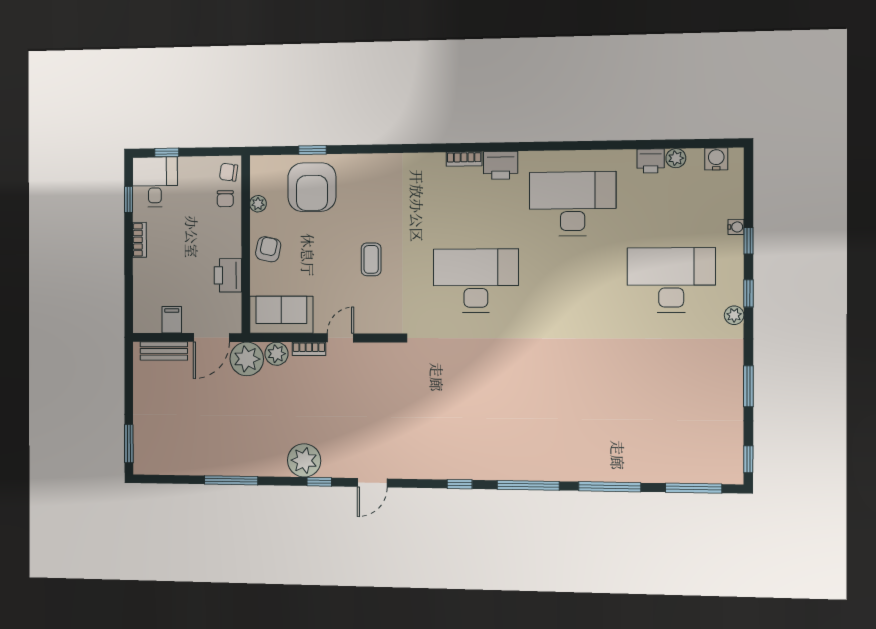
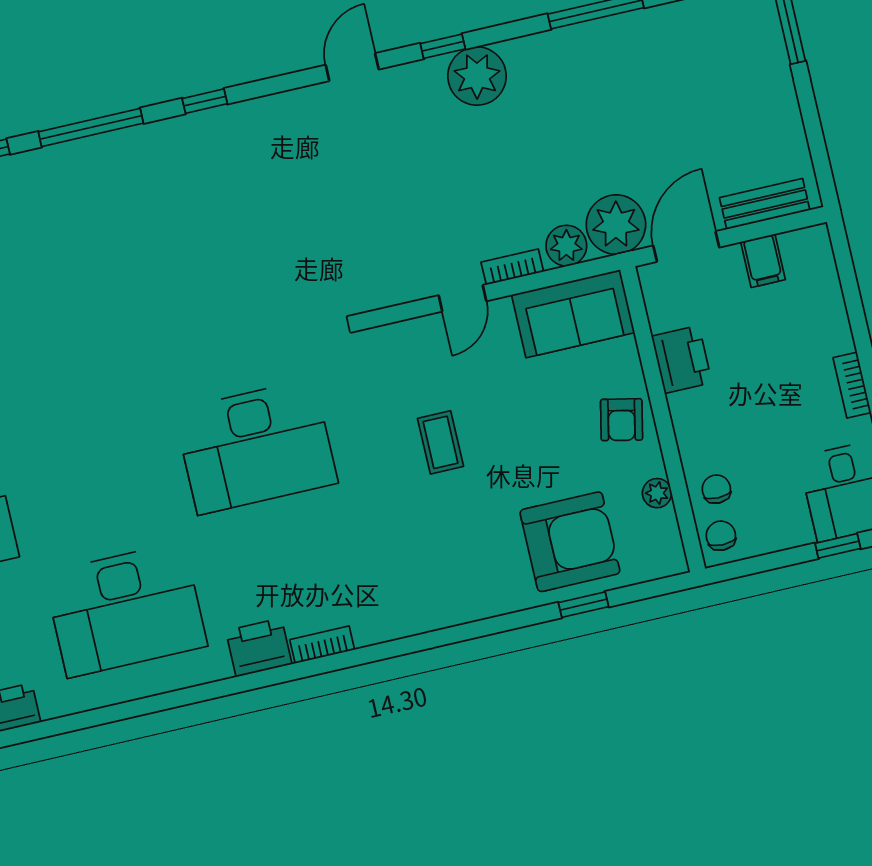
chair: (229, 172) -> (721, 536), turned -98
armchair: (312, 187) -> (570, 542), turned 90

